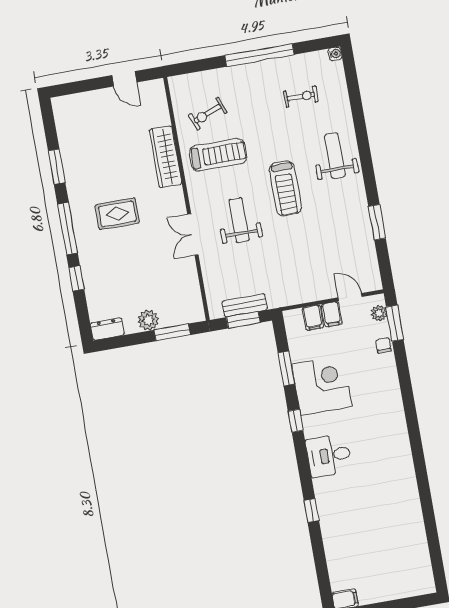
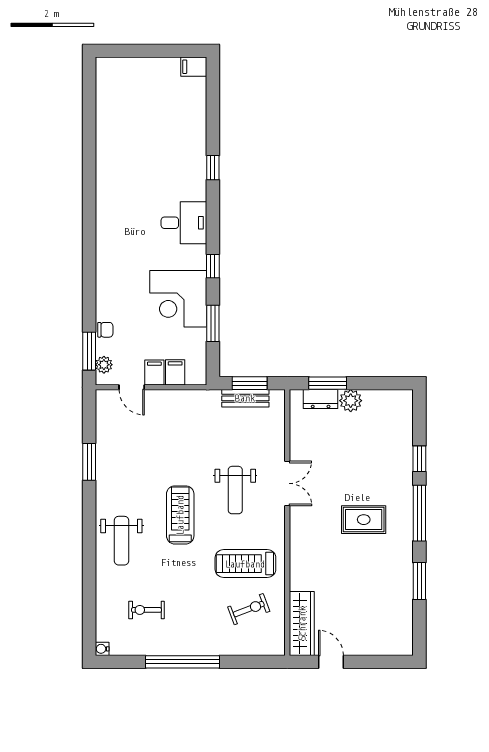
wardrobe: (166, 157) -> (302, 624), moved
dresser: (107, 329) -> (321, 399), moved
chair: (383, 345) -> (105, 330), turned -90

